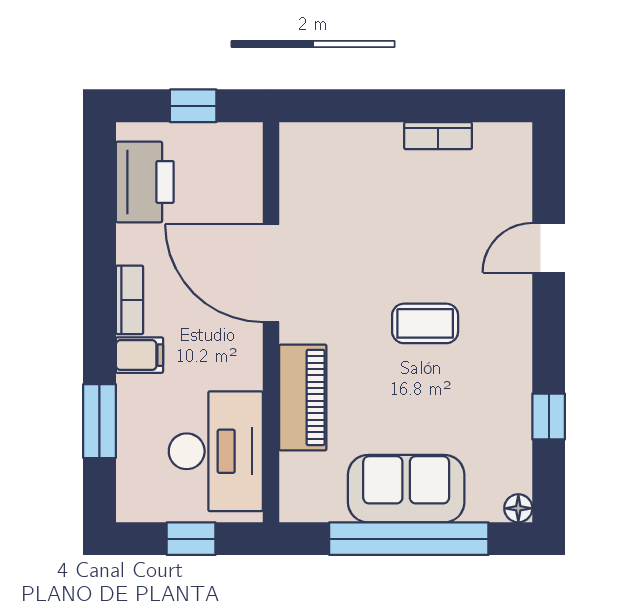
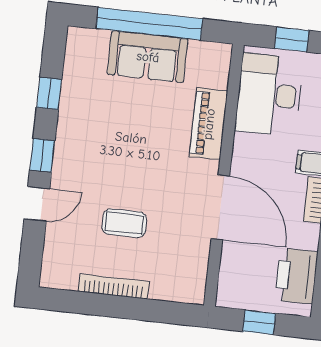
bookcase: (438, 136) -> (114, 287), width x1.56
window: (549, 322) -> (42, 155), added
coffee table: (425, 323) -> (124, 223), moved
floor lamp: (518, 508) -> (76, 36), removed

